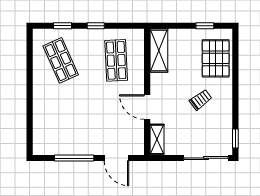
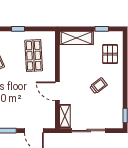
shelving: (159, 50) -> (76, 38), moved, turned 90
pallet: (216, 58) -> (110, 54), width x0.67, depth x0.71
sliding door: (206, 158) -> (89, 131), moved

